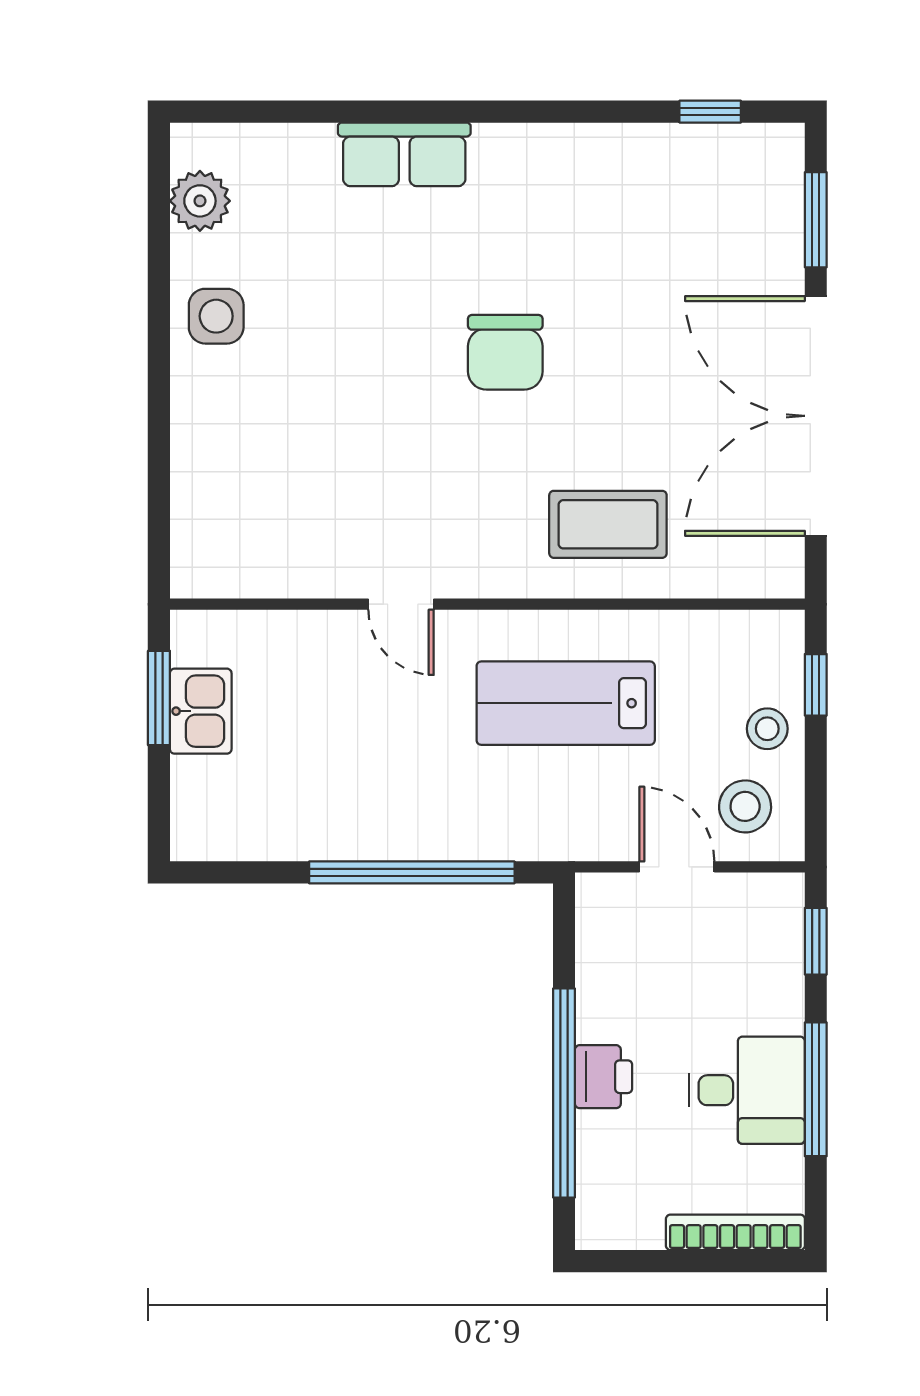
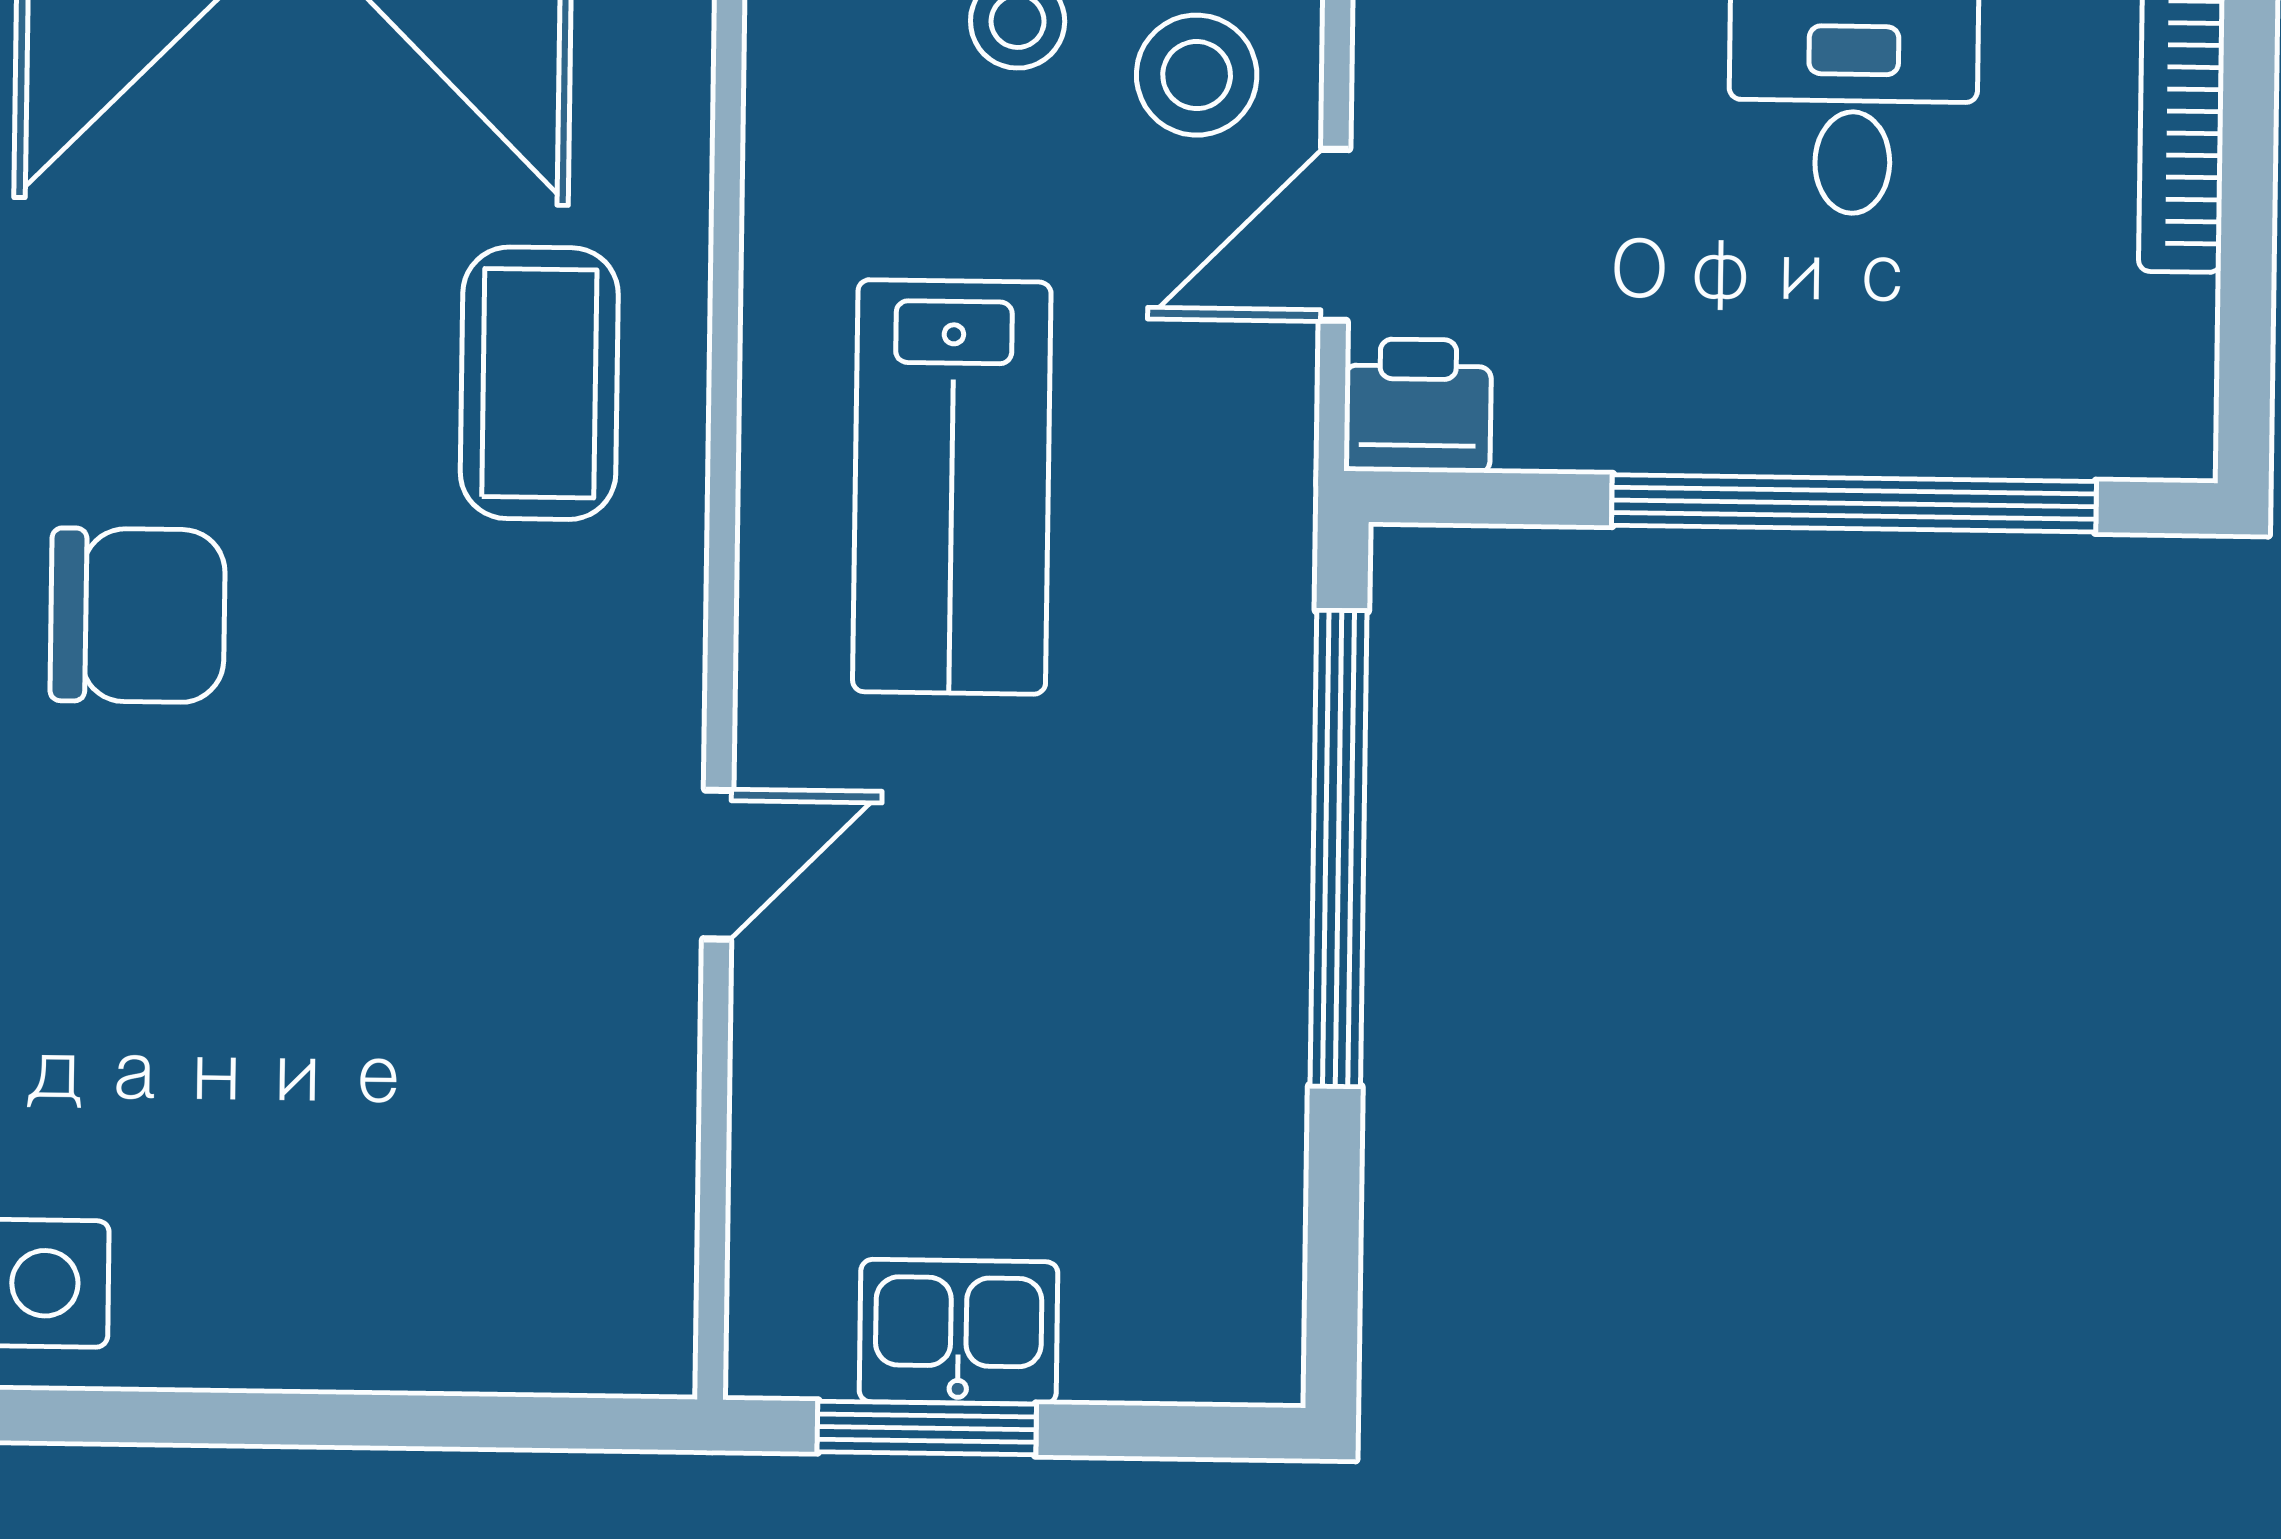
printer: (604, 1077) -> (1418, 406), moved

